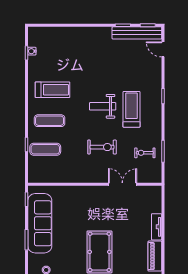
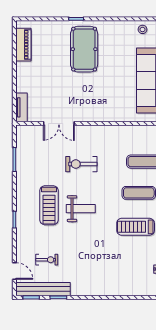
exercise bike: (145, 153) -> (47, 260), moved
tv unit: (157, 227) -> (22, 107), moved

